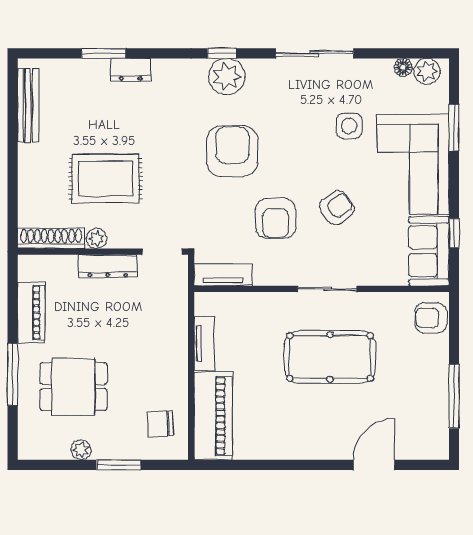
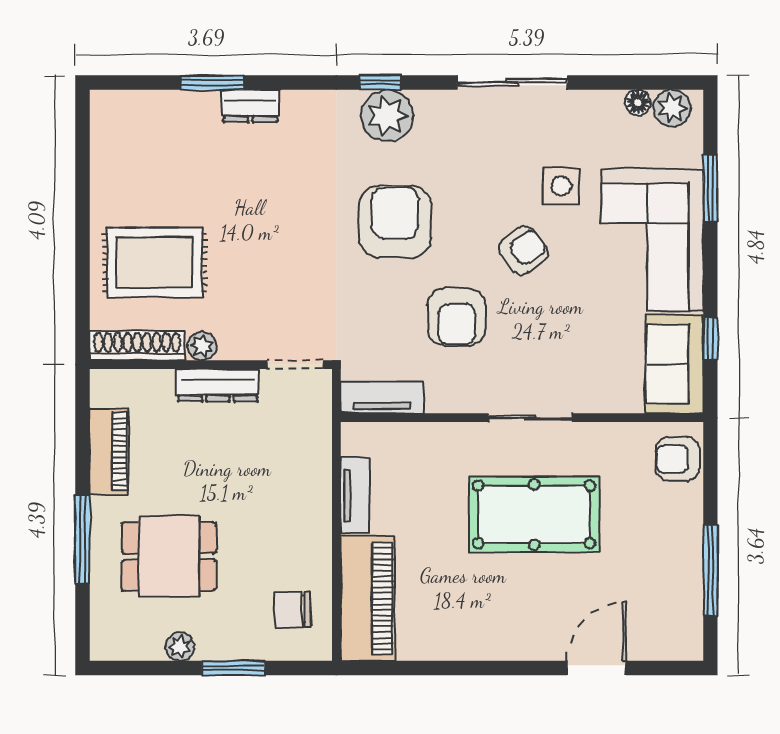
bench: (28, 105) -> (104, 157), removed
rug: (105, 179) -> (155, 262), moved
armchair: (337, 208) -> (523, 251), moved

